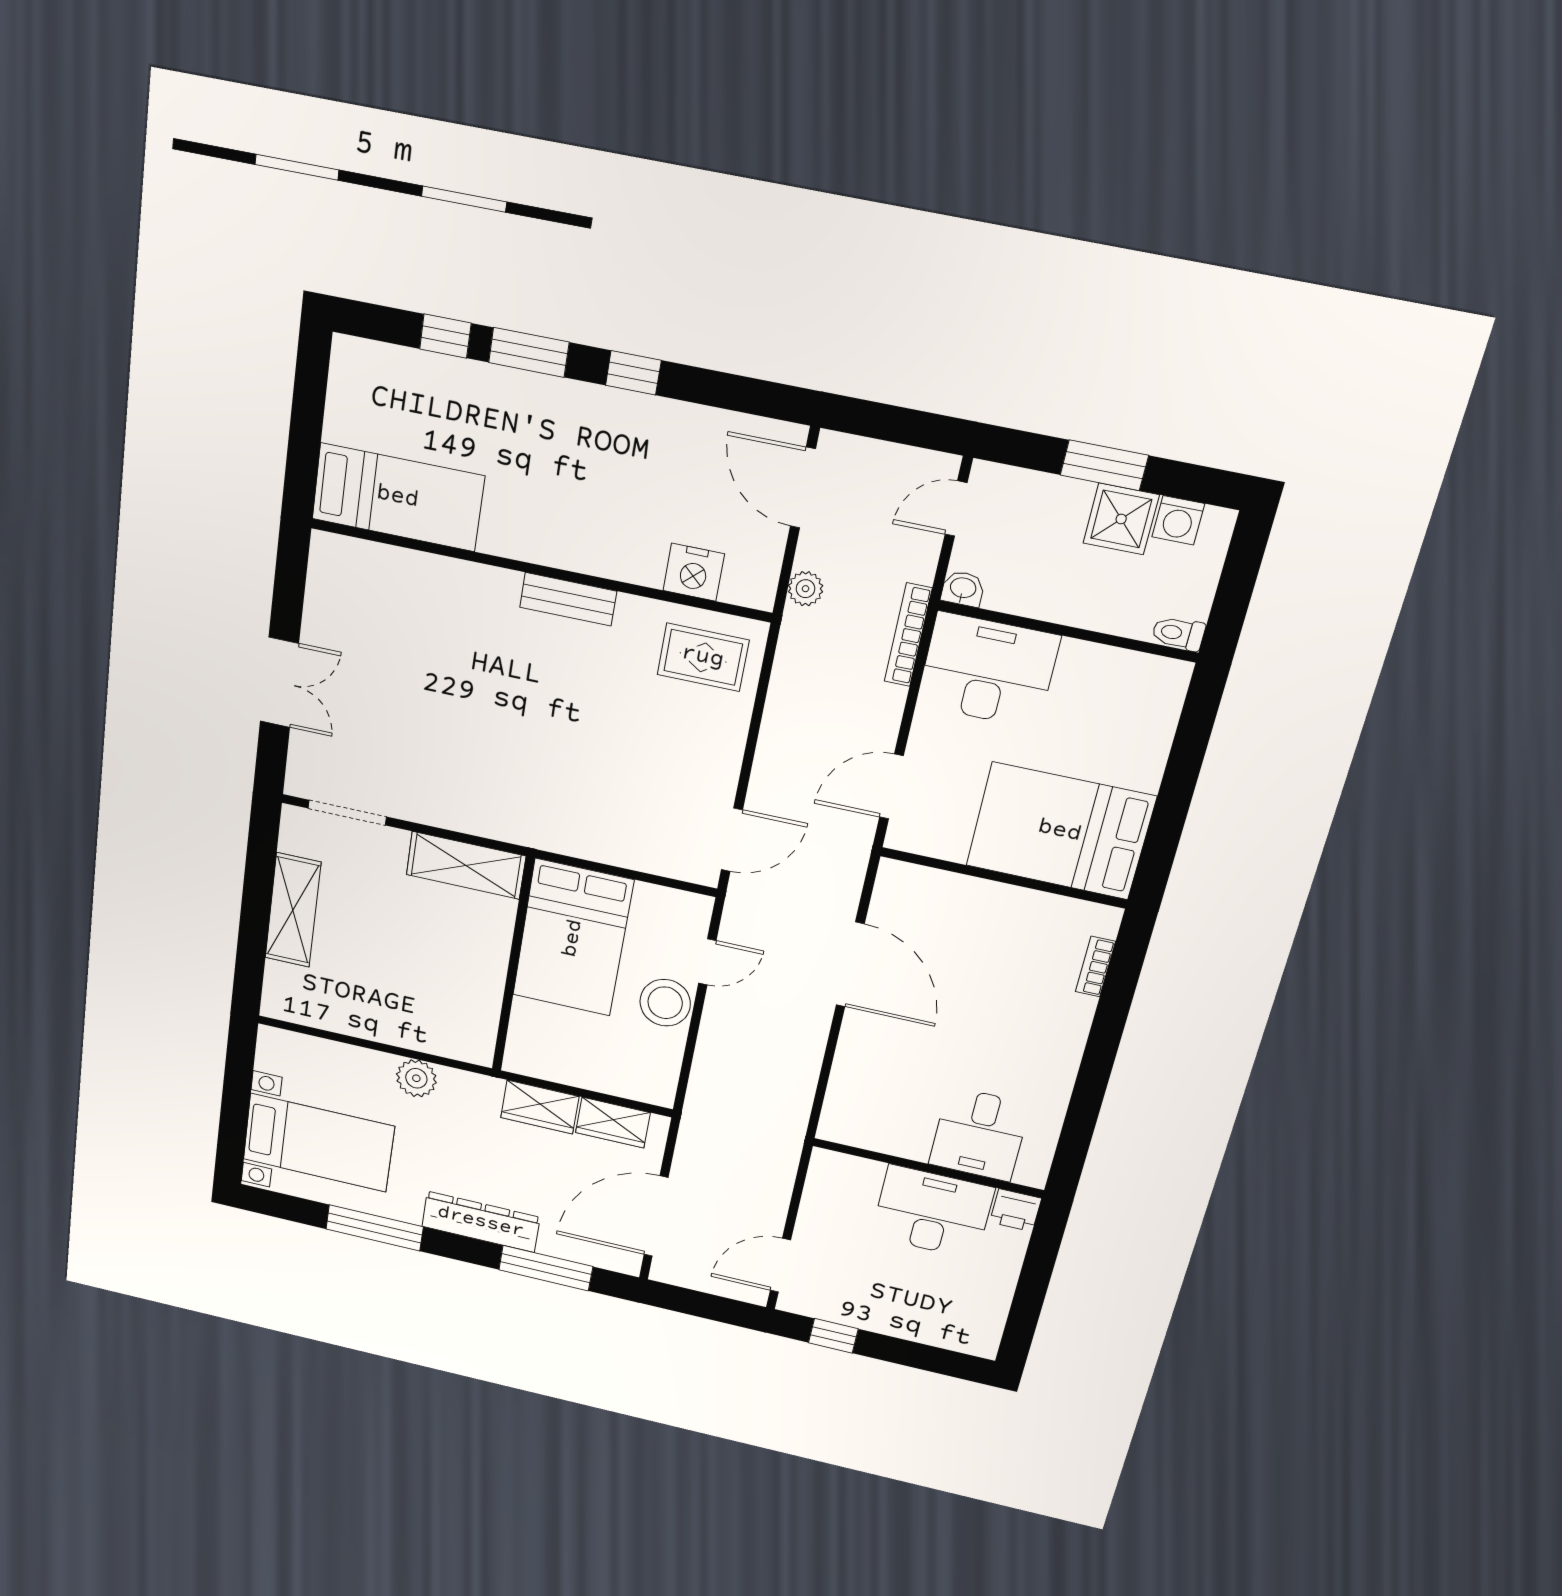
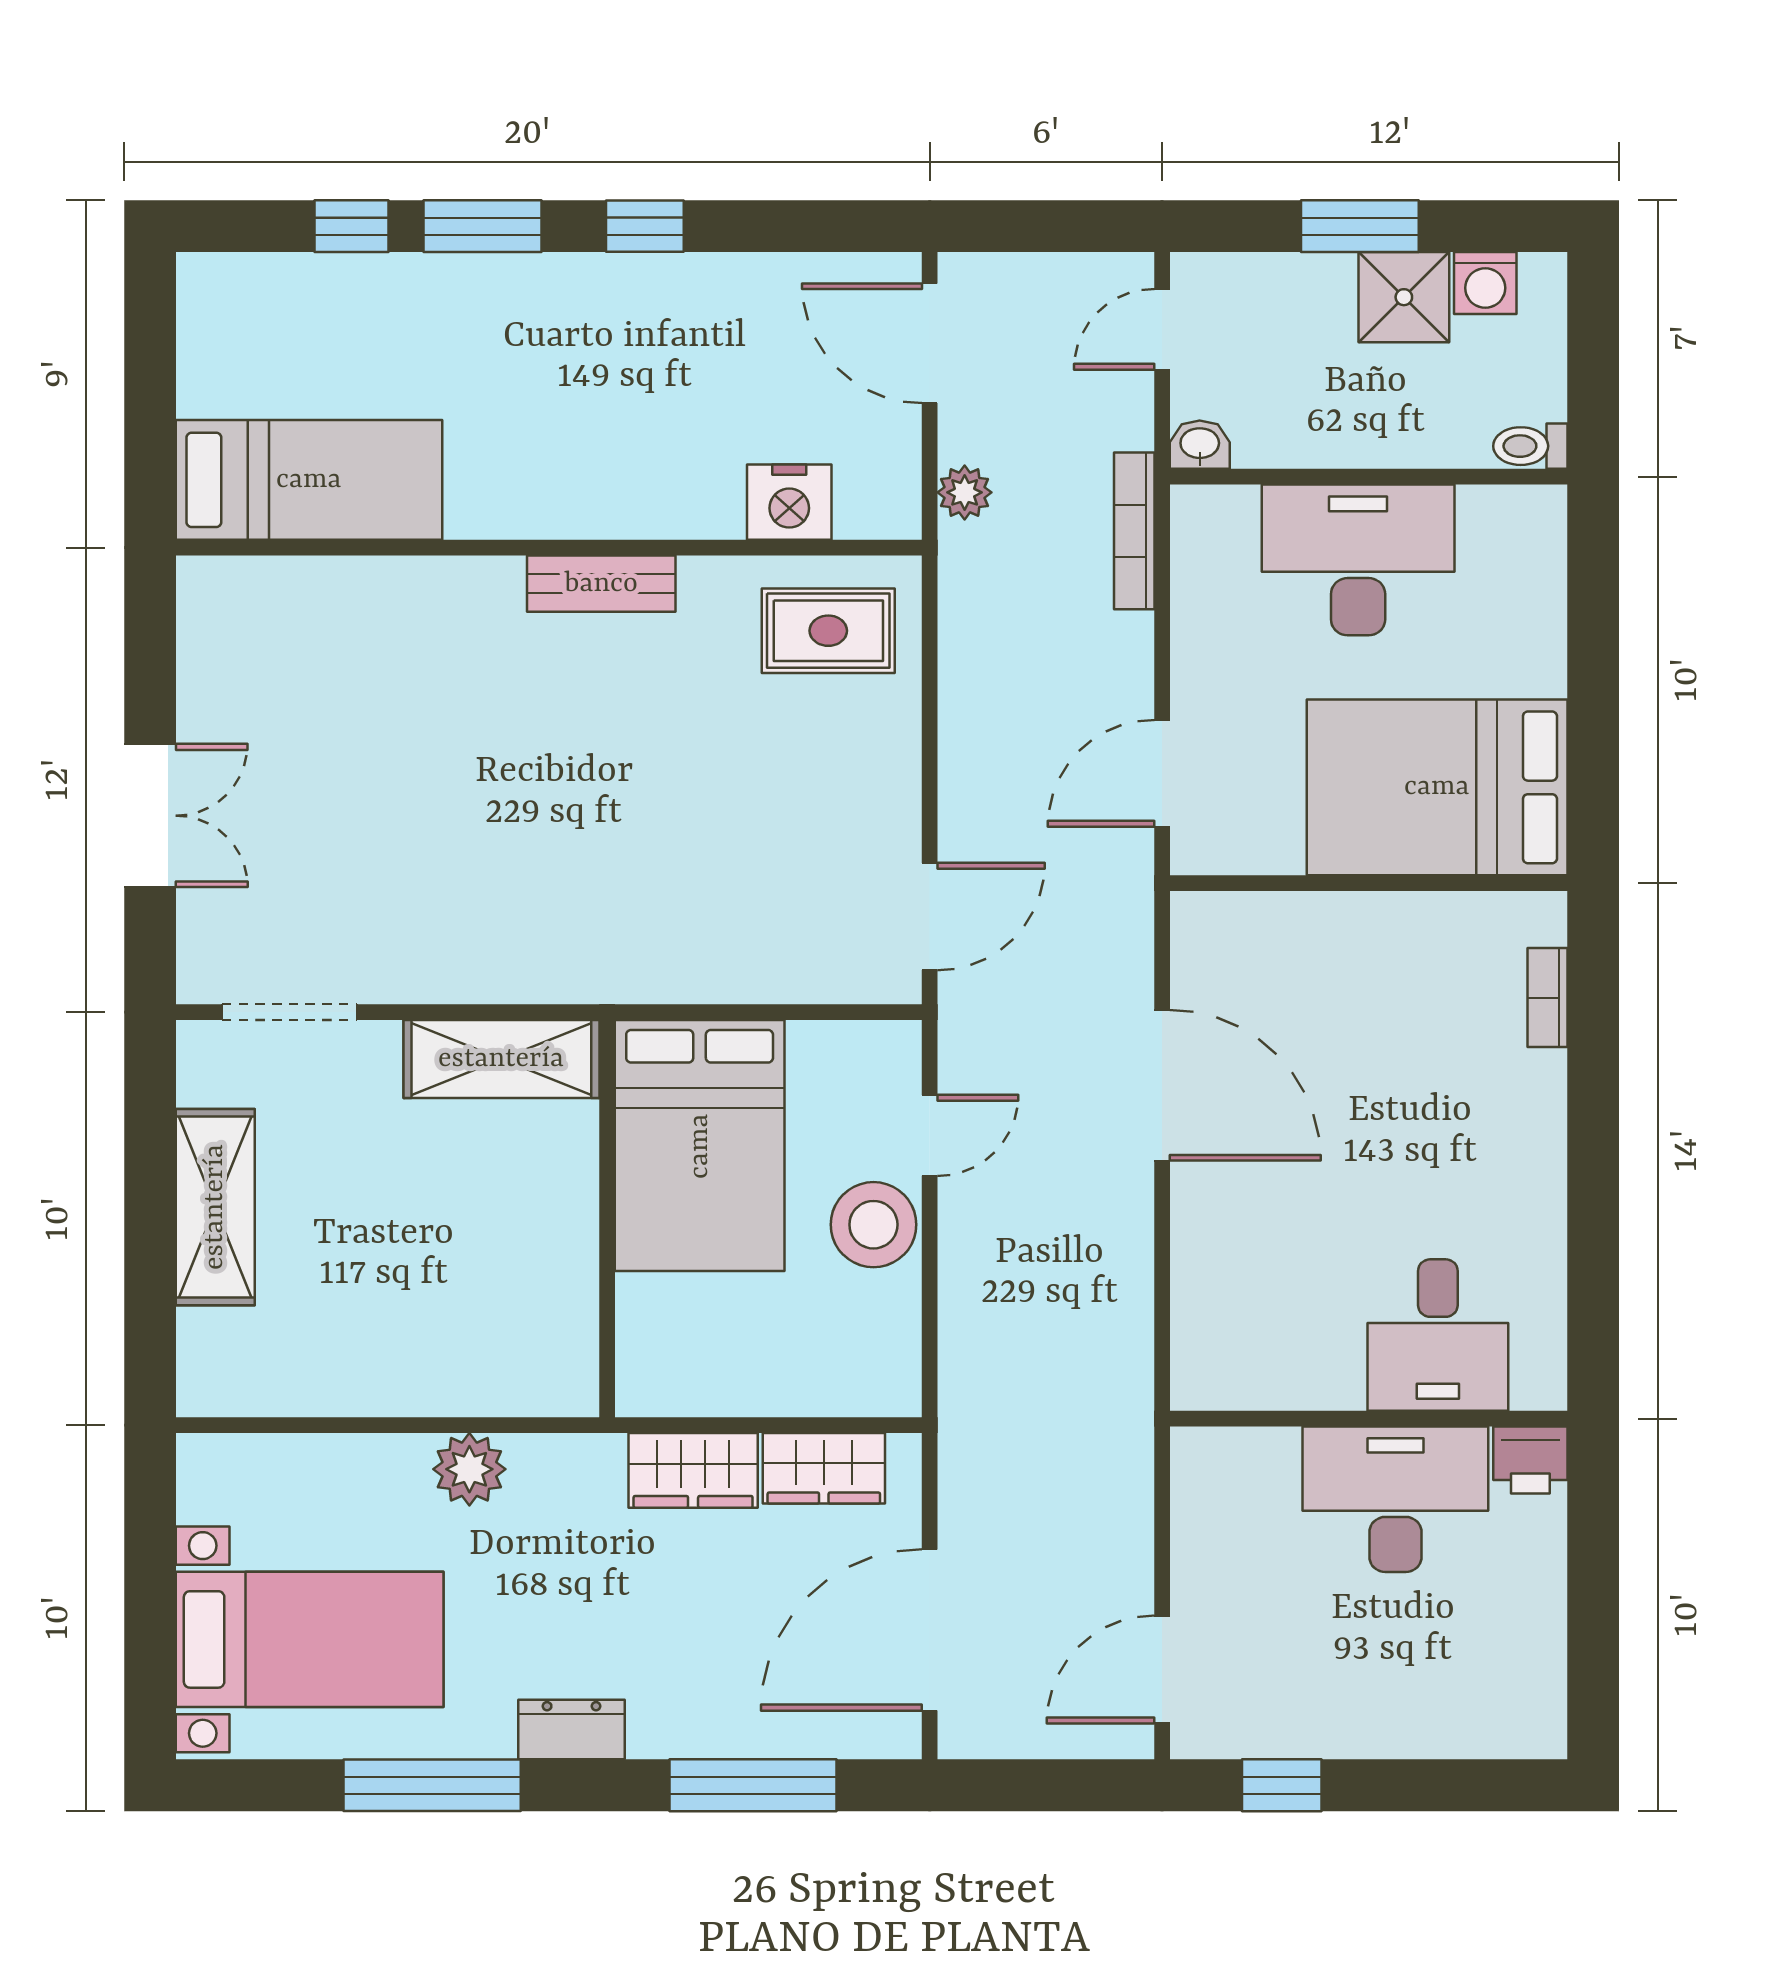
desk: (988, 670) -> (1358, 560), moved
dresser: (481, 1222) -> (572, 1729), width x0.51, depth x0.80

